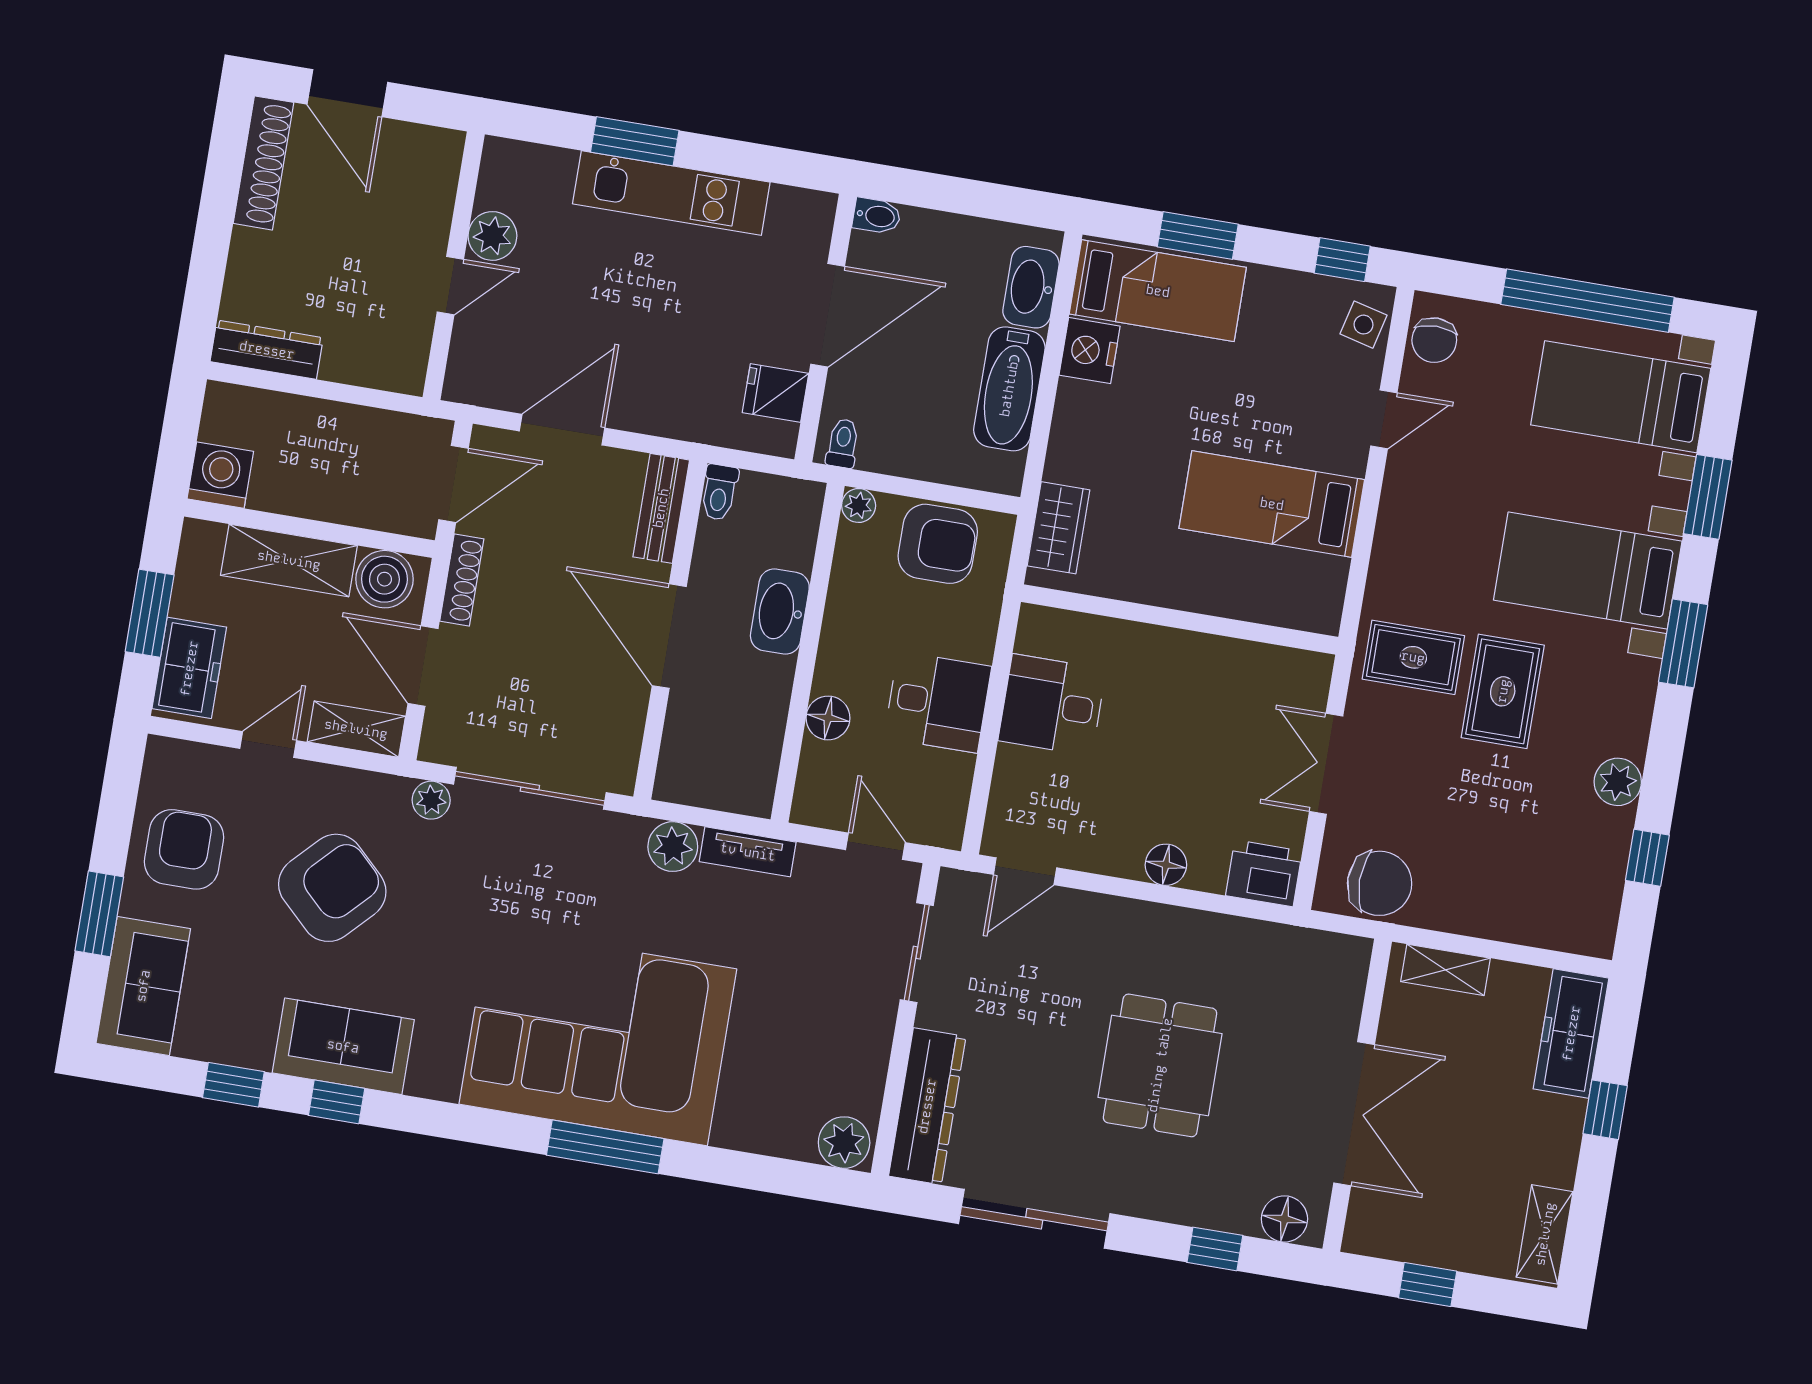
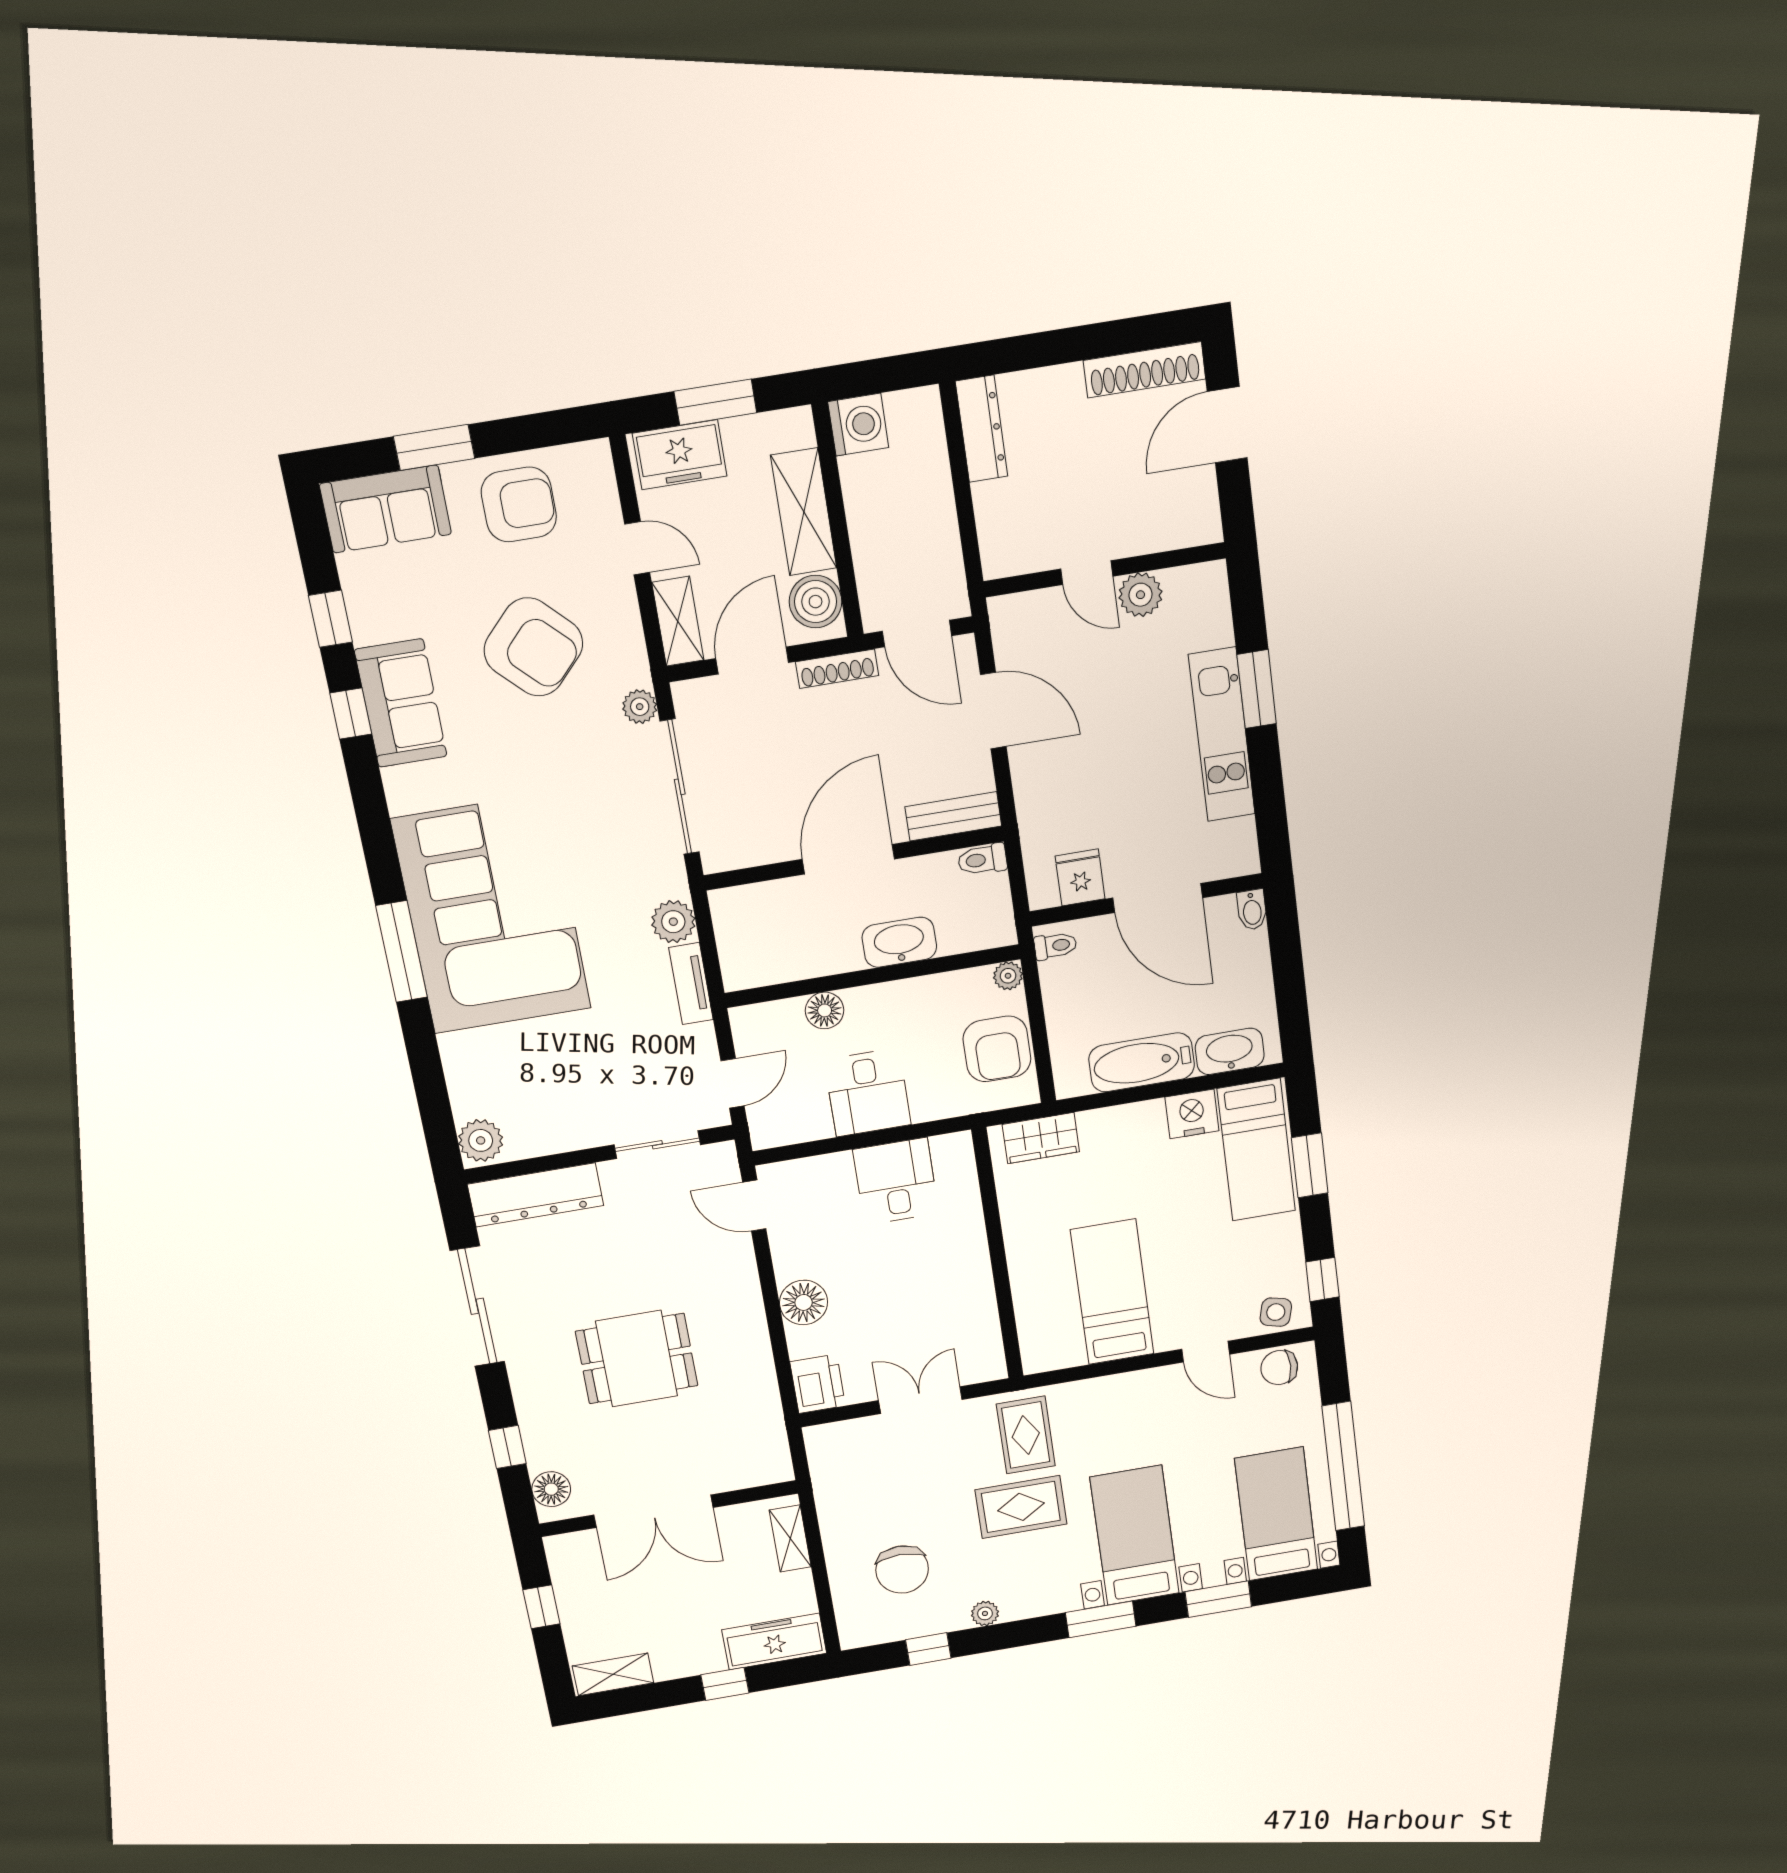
plant: (1618, 782) -> (985, 1613), width x0.73, depth x0.73
floor lamp: (1166, 865) -> (804, 1302), width x1.38, depth x1.38
chair: (1380, 883) -> (902, 1570), moved

